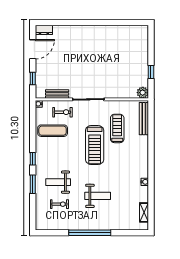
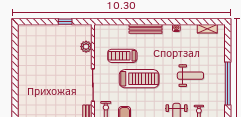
plant: (143, 93) -> (86, 47), moved
bench: (144, 119) -> (146, 29), moved
weight bench: (98, 196) -> (190, 76), turned 90

